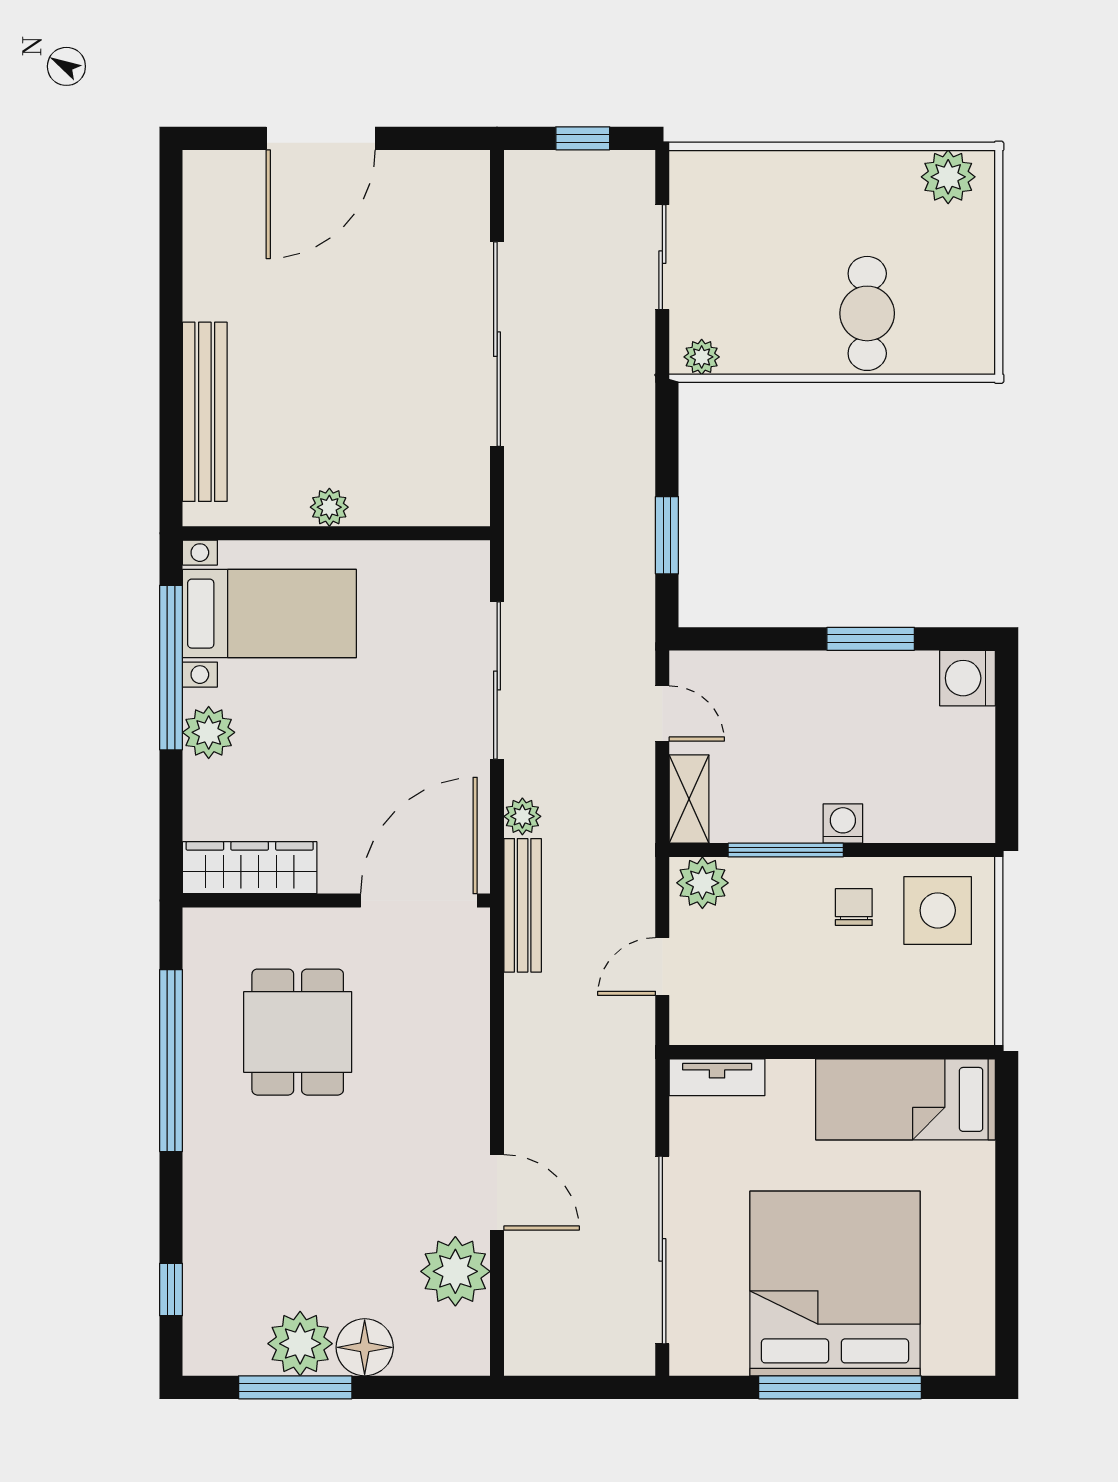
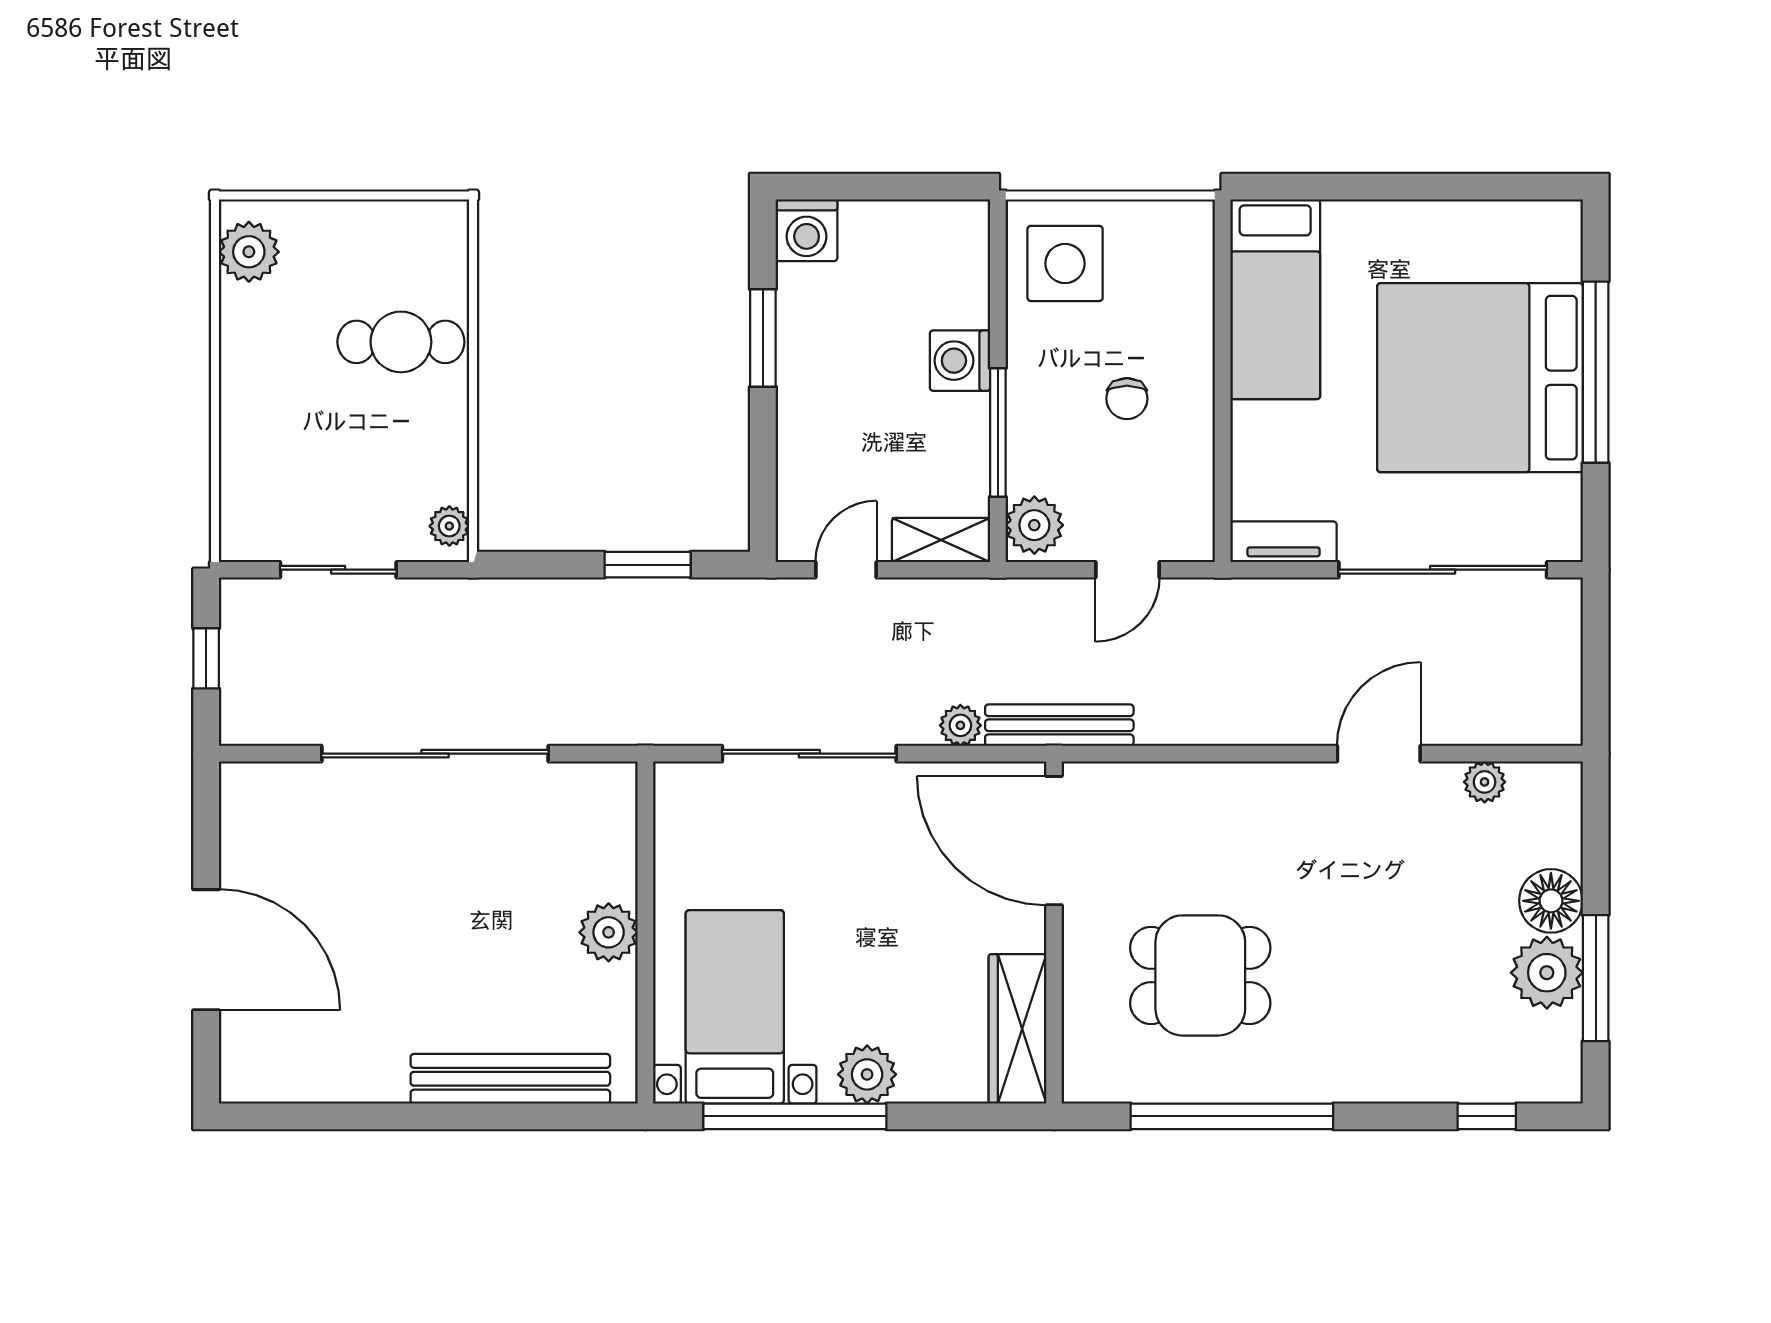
plant: (329, 507) -> (609, 932), width x1.38, depth x1.38
washing machine: (843, 823) -> (960, 361), width x1.38, depth x1.38
chair: (854, 907) -> (1127, 399), moved, turned -90
door: (662, 967) -> (1127, 570), hinge flipped
tv unit: (717, 1077) -> (1283, 542), moved, turned -90
plant: (455, 1271) -> (1485, 782), width x0.53, depth x0.53

